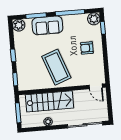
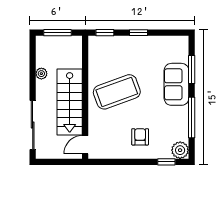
plant: (19, 25) -> (180, 44), removed
stairs: (50, 101) -> (70, 102), moved

